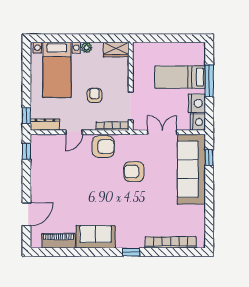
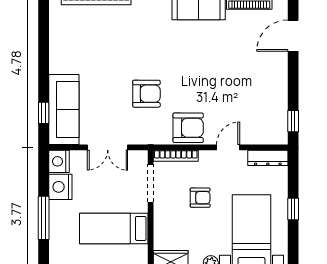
bed: (180, 77) -> (114, 228), moved, turned 180
armchair: (94, 95) -> (200, 198), turned -90
window: (26, 115) -> (293, 209), moved
armchair: (103, 147) -> (188, 128), turned 180
sofa: (191, 169) -> (64, 110), width x0.74, depth x0.79

